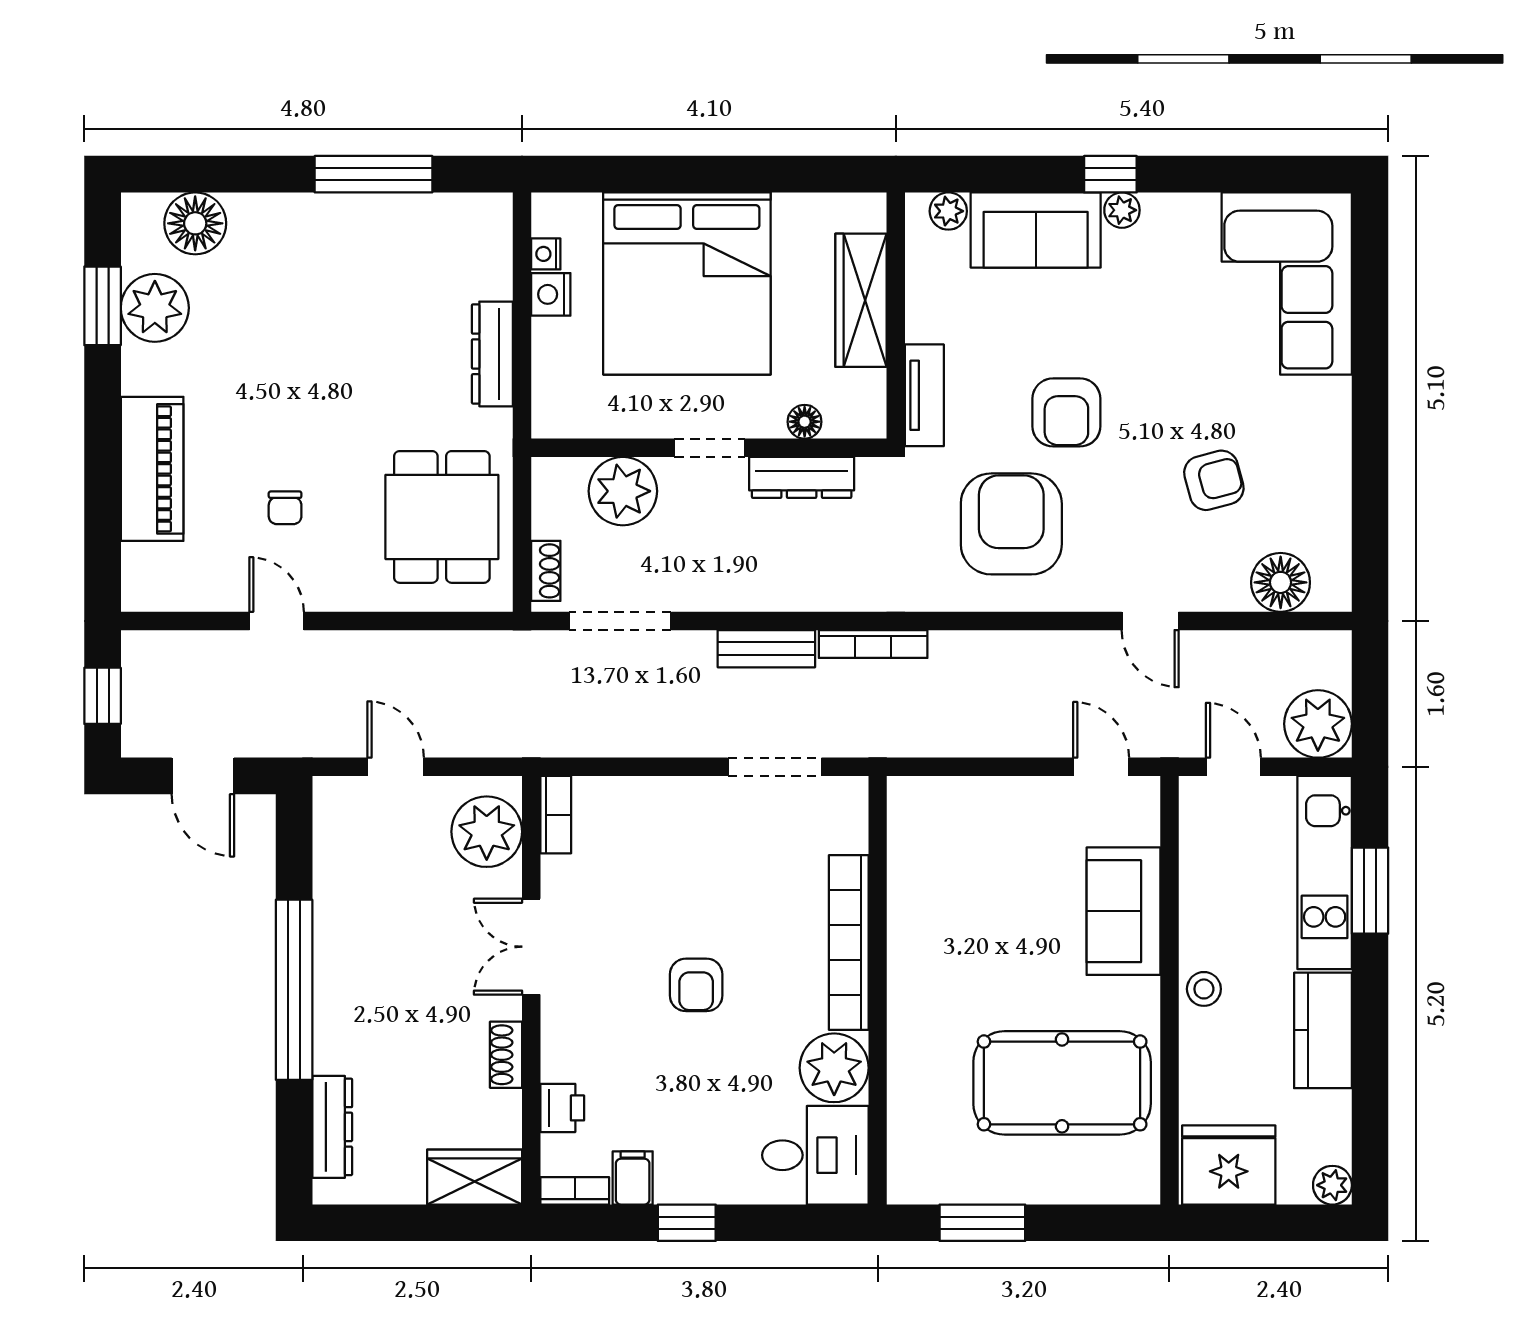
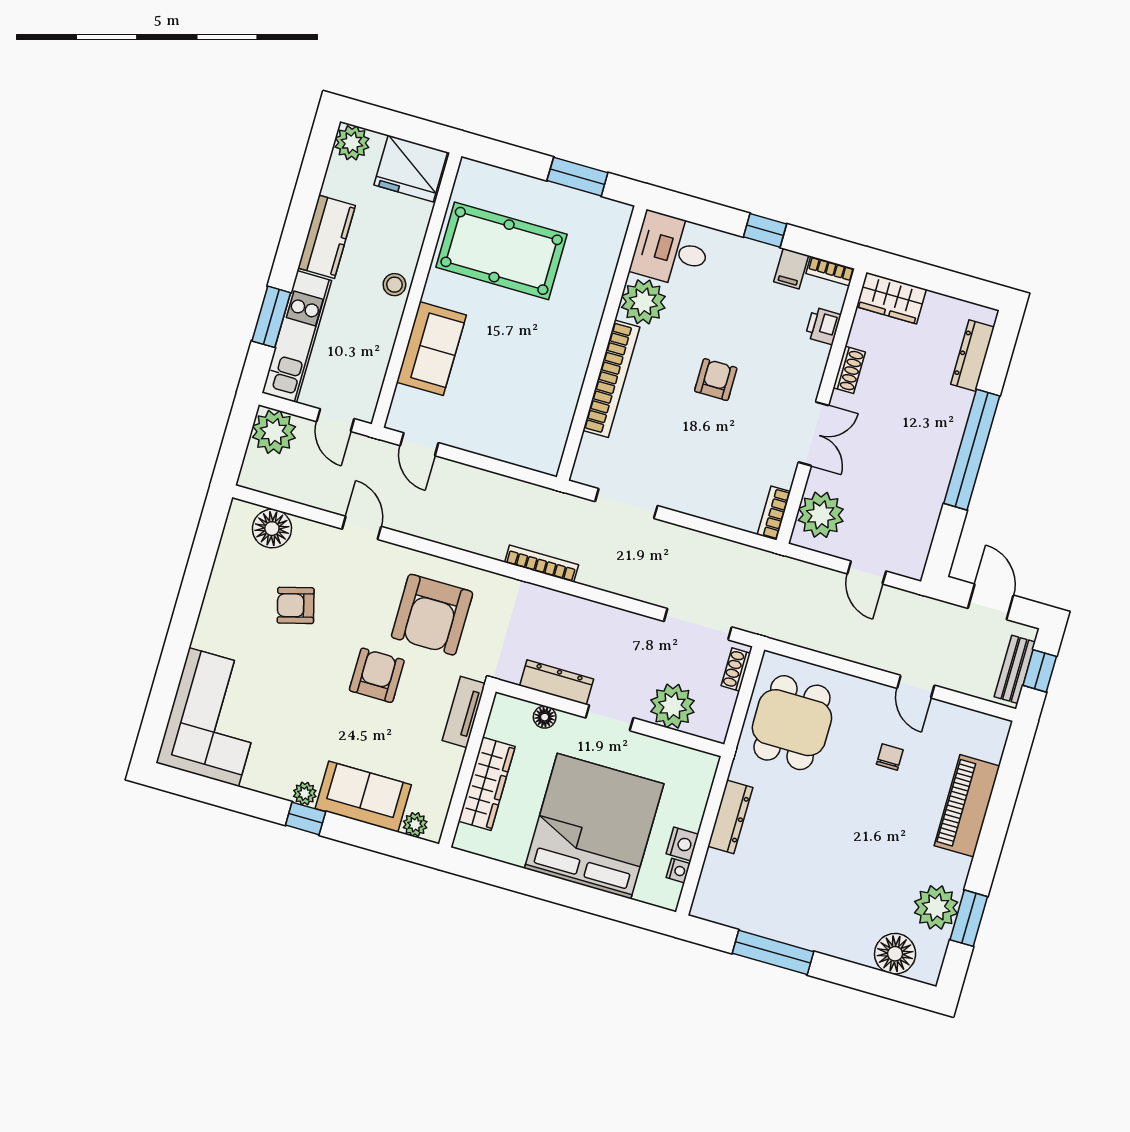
bench: (766, 649) -> (1015, 669), moved, turned 90
plant: (1332, 1185) -> (352, 143), width x1.38, depth x1.38

